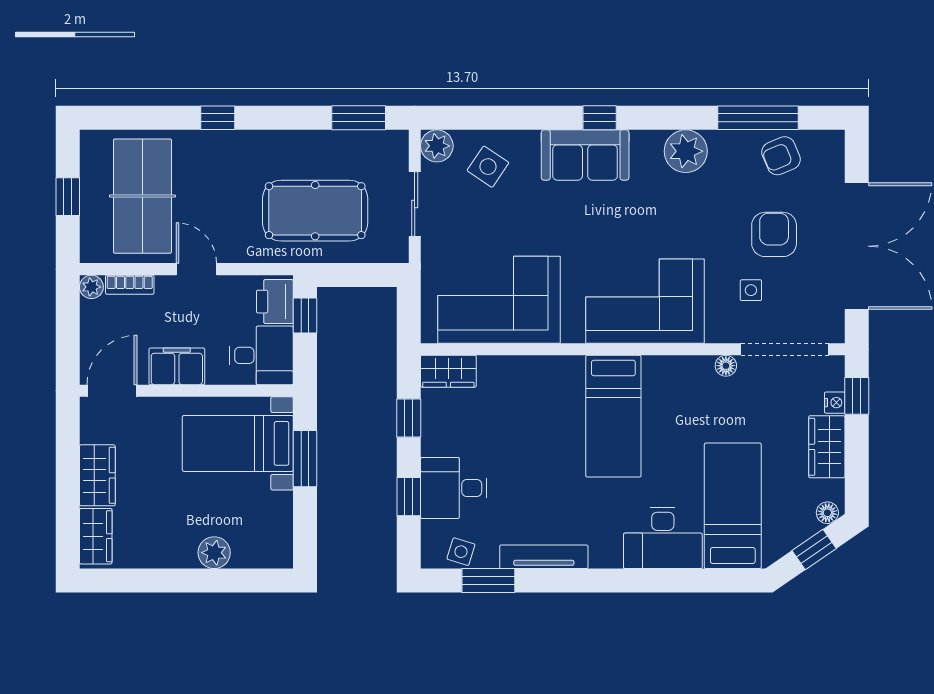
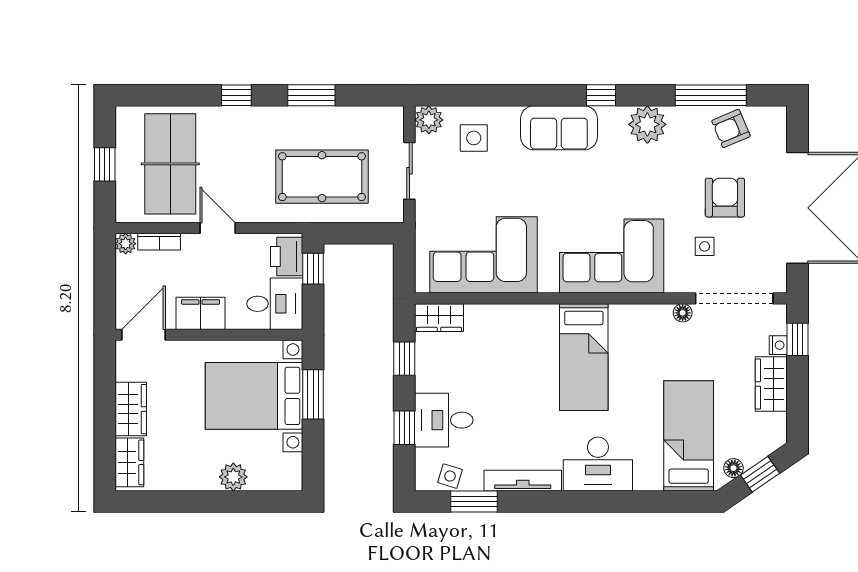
window: (359, 118) -> (311, 95), moved
window: (600, 118) -> (601, 95), moved
side table: (488, 167) -> (474, 138), turned -34
bed with nightstands: (238, 443) -> (254, 396), width x1.36
floor lamp: (827, 513) -> (733, 468), moved
desk: (663, 538) -> (598, 464), moved

